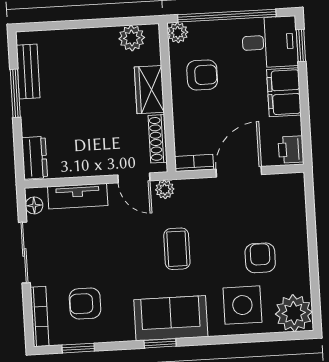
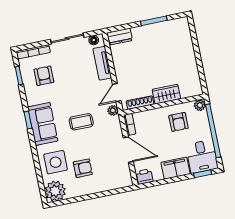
plant: (132, 38) -> (193, 80), removed
bench: (28, 72) -> (167, 26), removed

